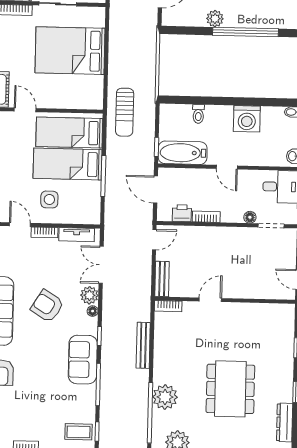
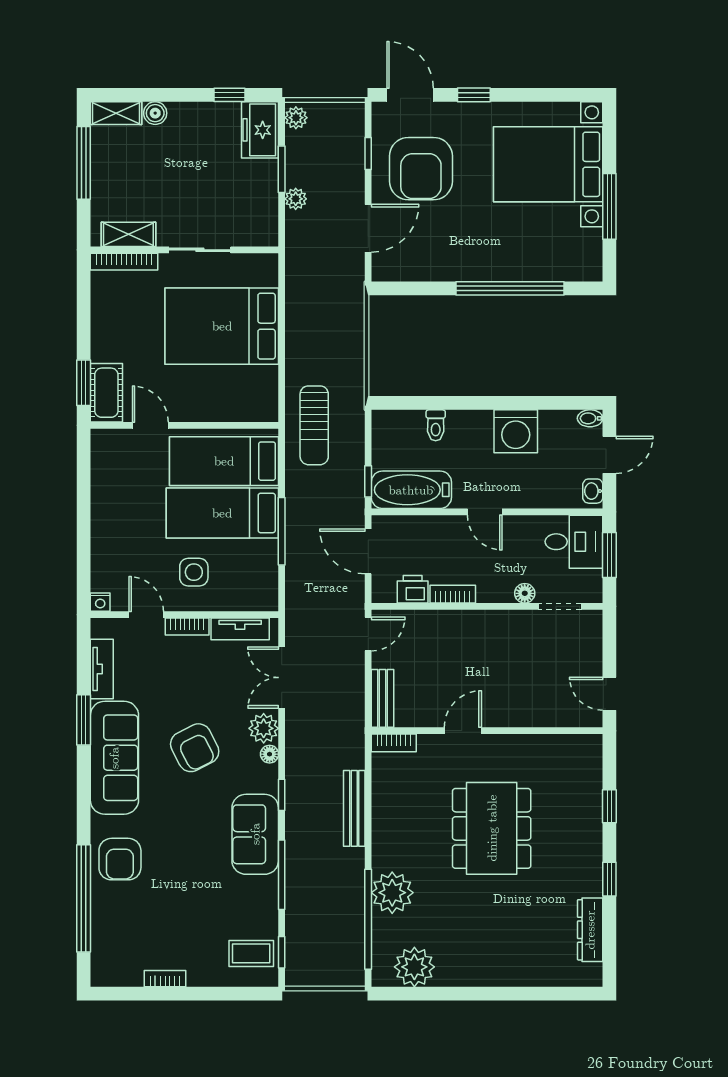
plant: (215, 19) -> (459, 268), removed
armchair: (47, 306) -> (195, 748), turned -149
dining table: (230, 389) -> (492, 828), moved

